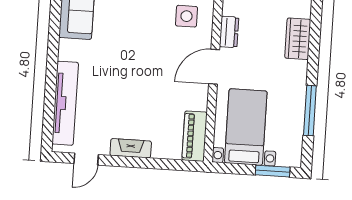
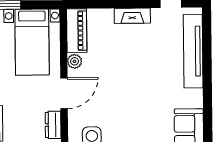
plant: (200, 102) -> (75, 61), added

